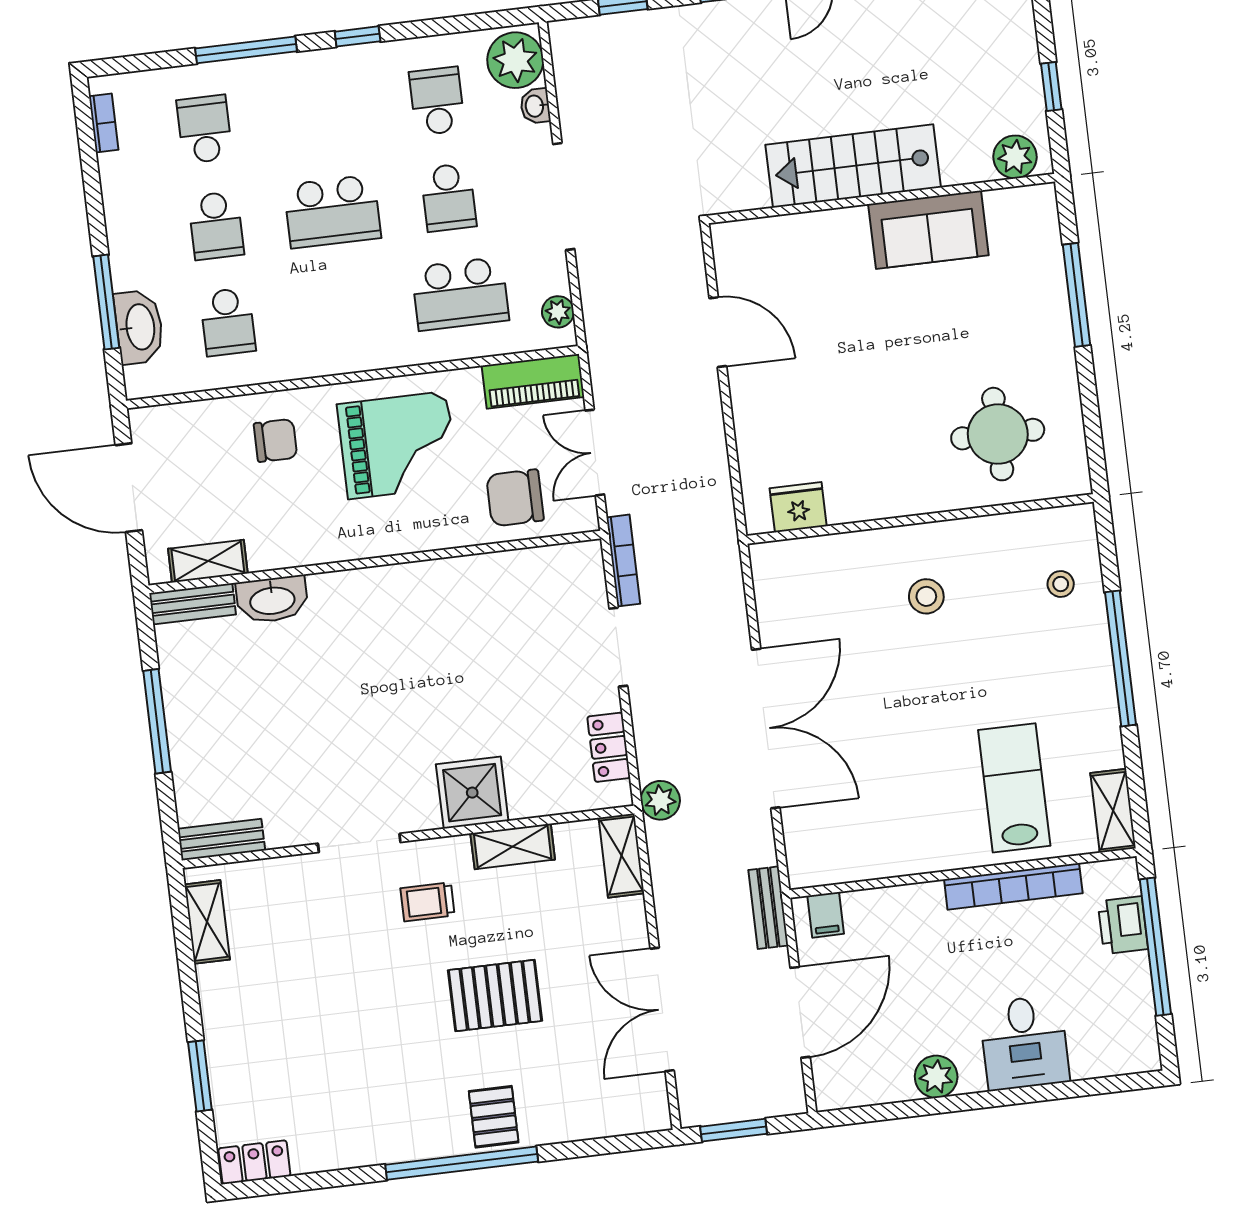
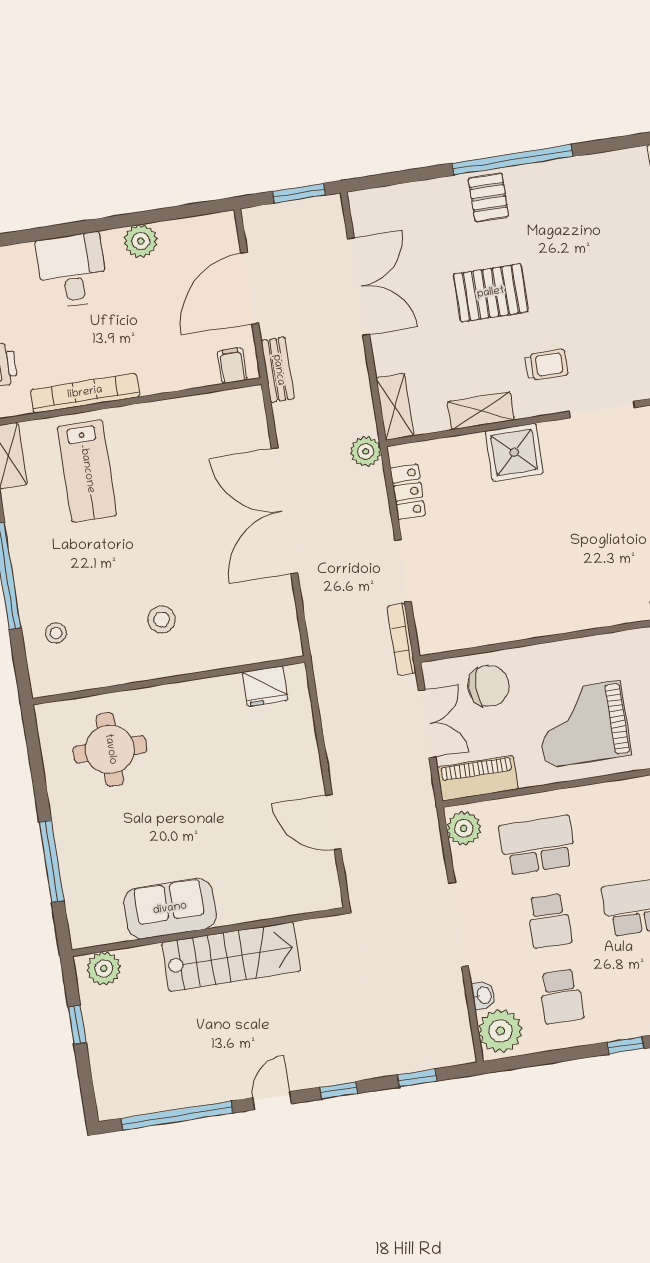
school desk: (449, 197) -> (549, 921), turned 180
plant: (558, 312) -> (464, 828), width x1.38, depth x1.38

